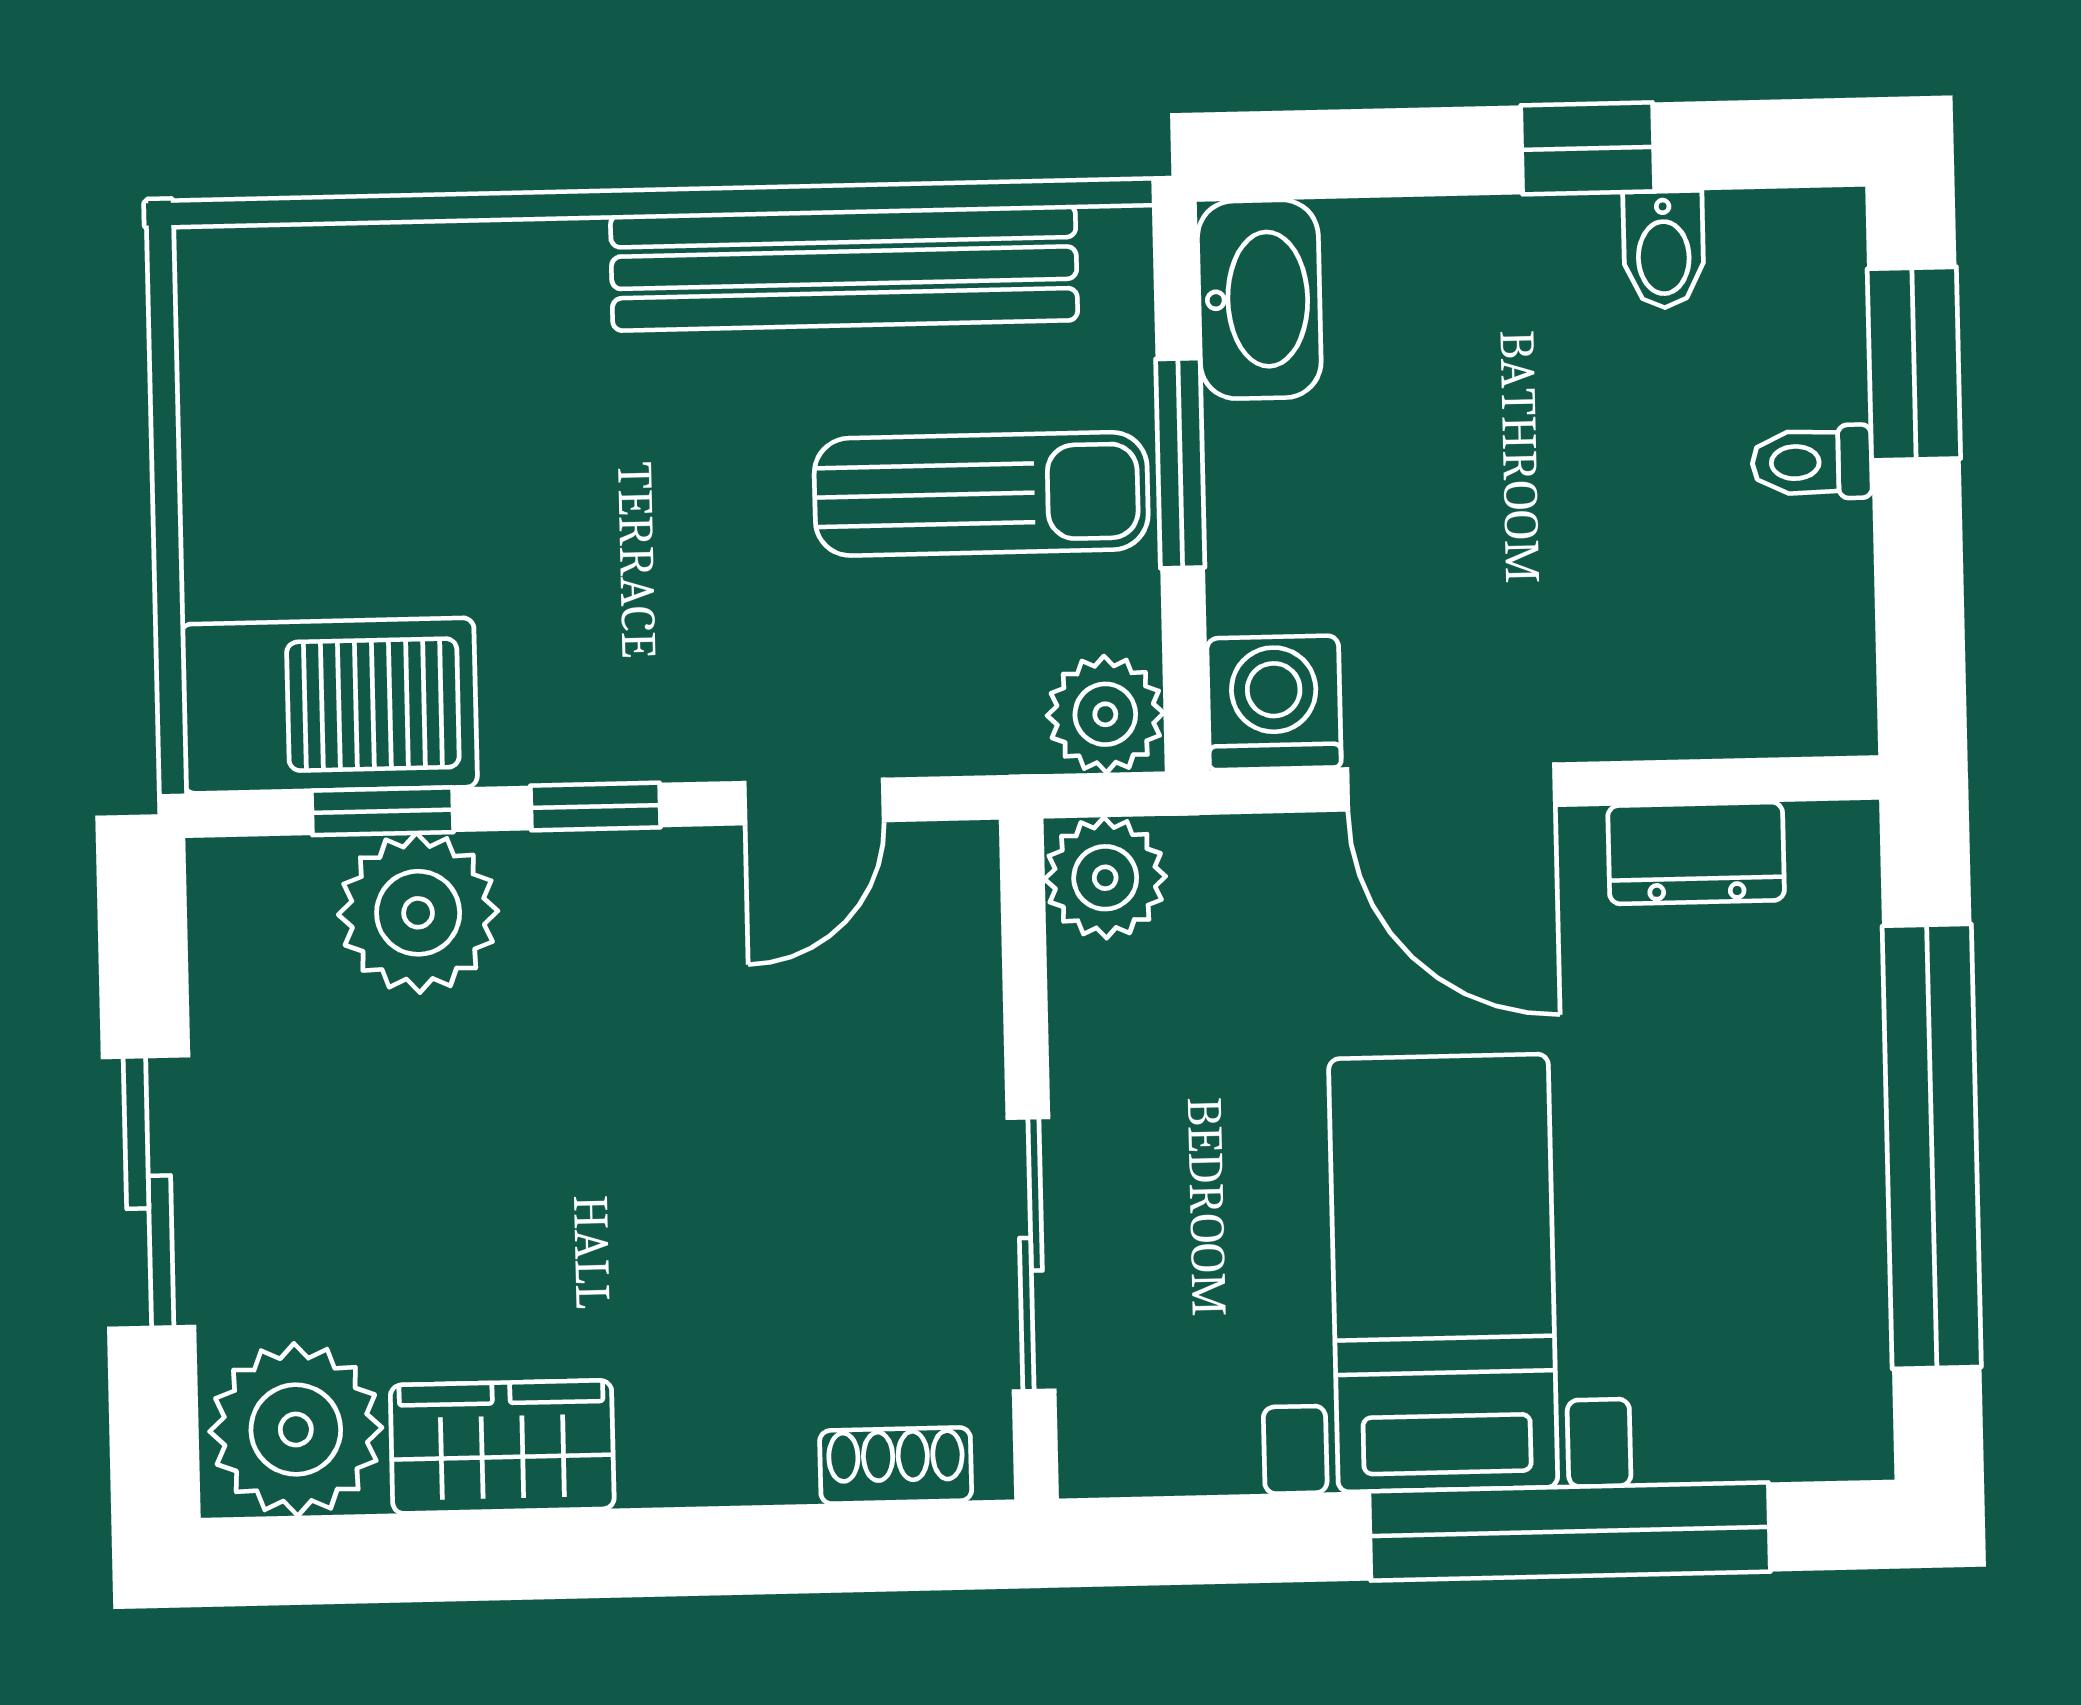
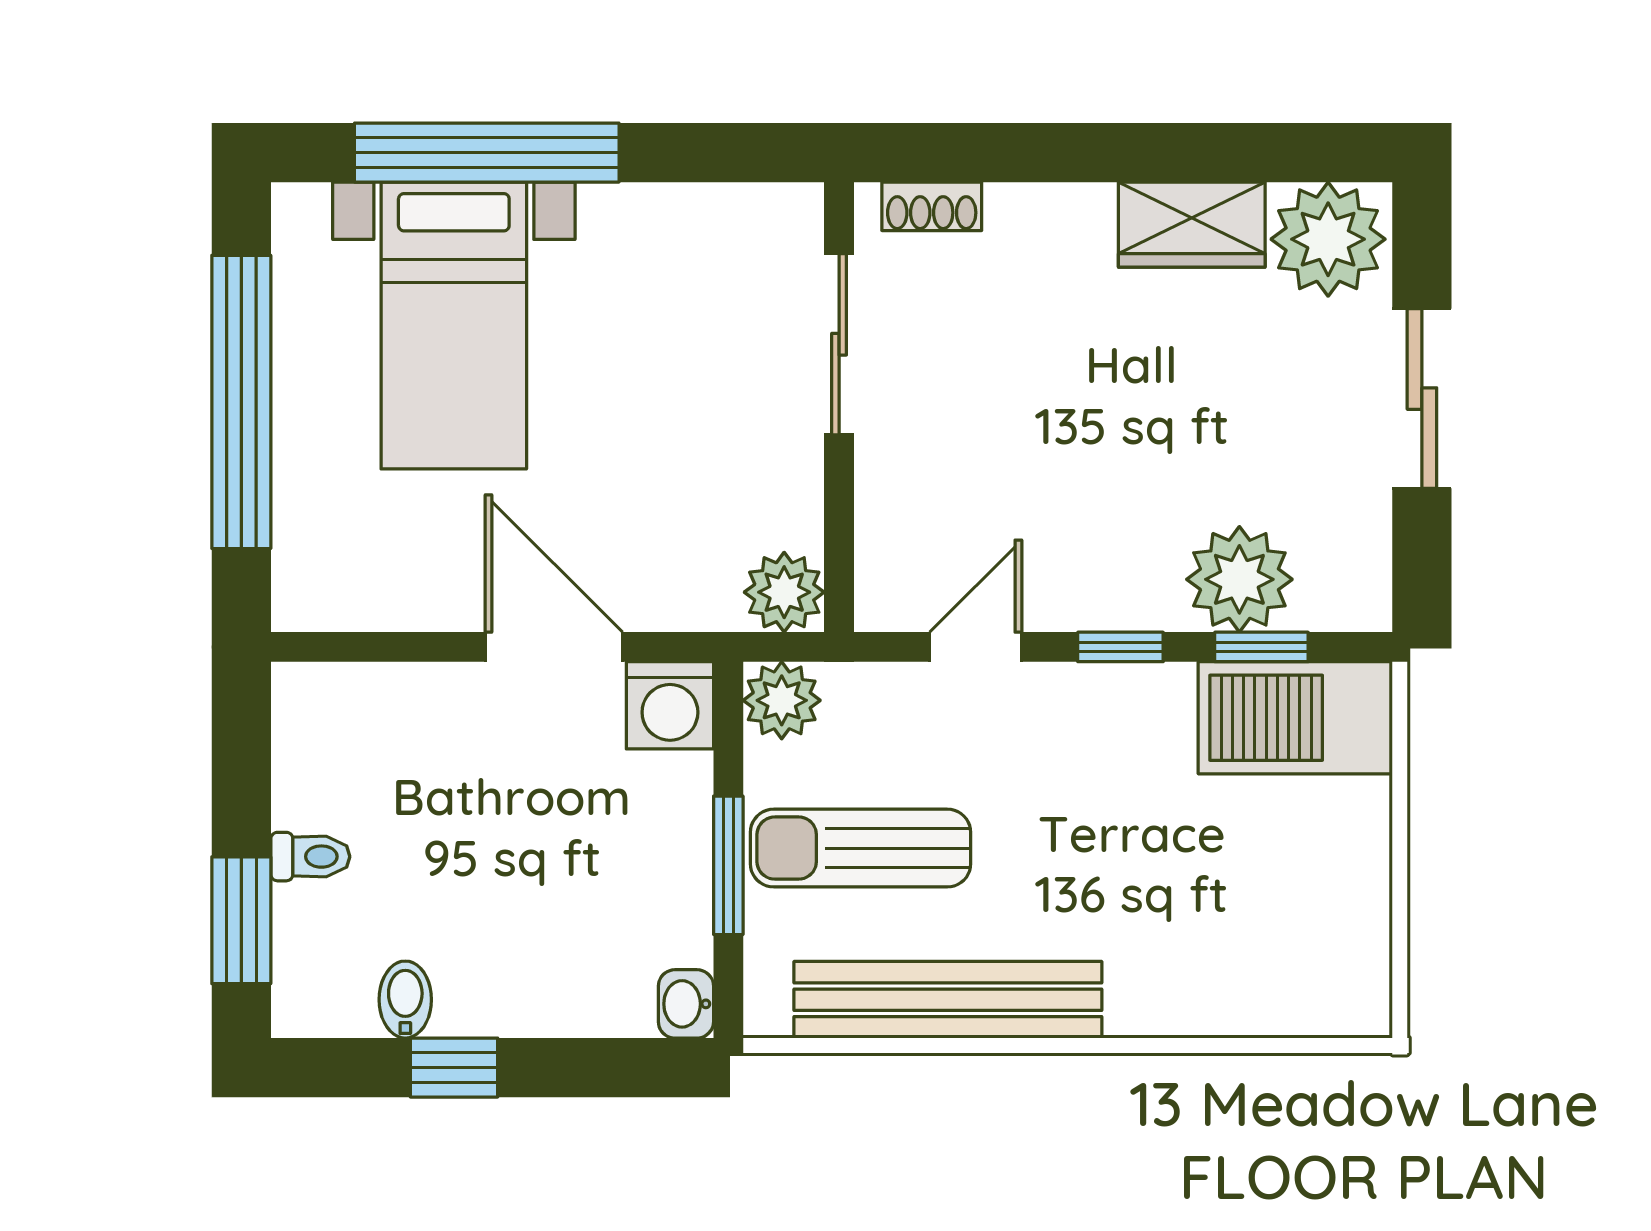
washbasin: (1259, 299) -> (686, 1004), width x0.52, depth x0.69
dresser: (1696, 853) -> (393, 600), removed
bed with nightstands: (1443, 1273) -> (454, 326), moved

